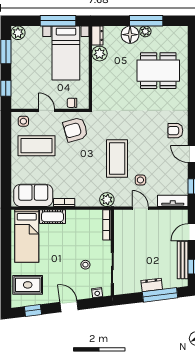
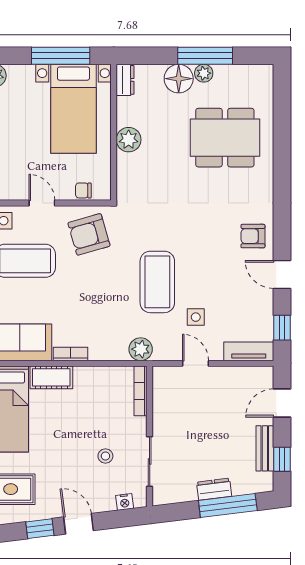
plant: (100, 54) -> (129, 140), moved
bench: (183, 260) -> (265, 448), width x0.73
window: (33, 310) -> (40, 529), moved

